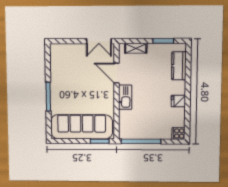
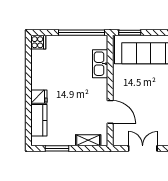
double door: (99, 41) -> (143, 148), moved
kitchen sink: (125, 97) -> (100, 64), moved
fridge: (178, 101) -> (39, 97), moved

